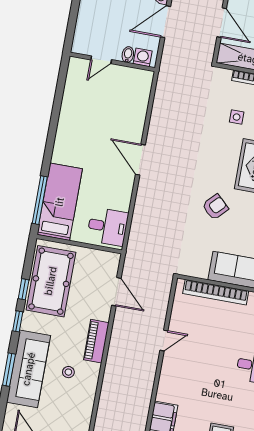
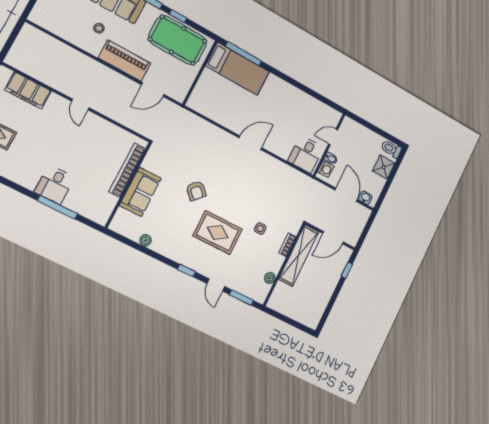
door: (101, 60) -> (333, 137), hinge flipped
desk: (108, 227) -> (306, 154), moved
piano: (96, 341) -> (124, 61), width x1.37, depth x1.33
door: (164, 341) -> (80, 104), moved

